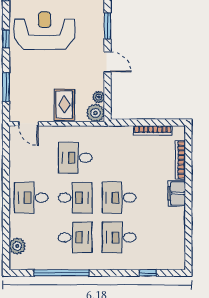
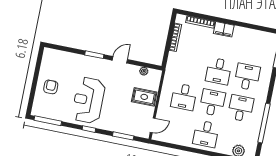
plant: (96, 113) -> (155, 76), removed
desk: (119, 237) -> (247, 77), turned 180

